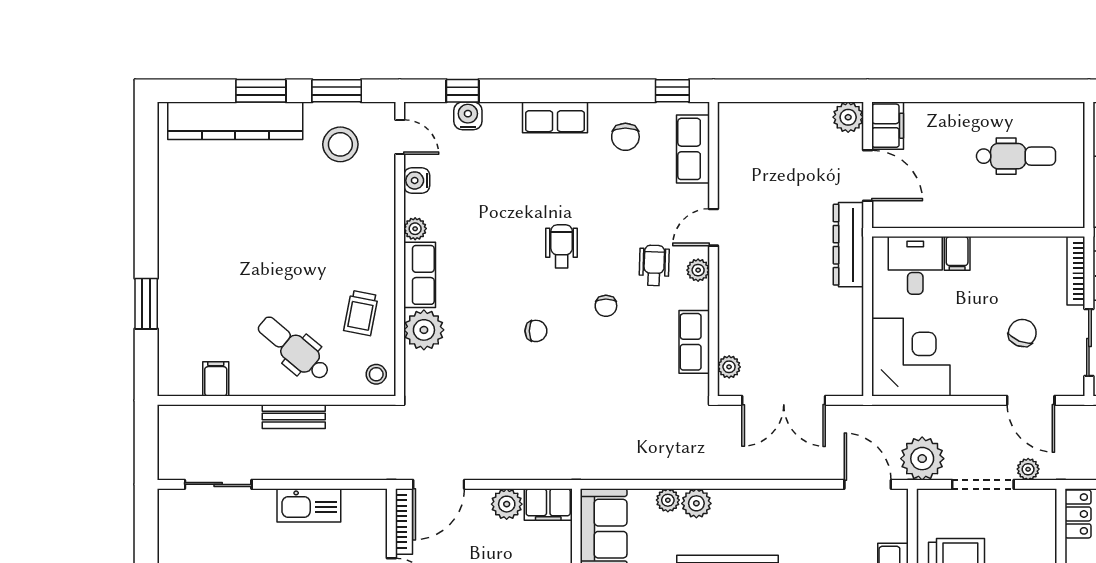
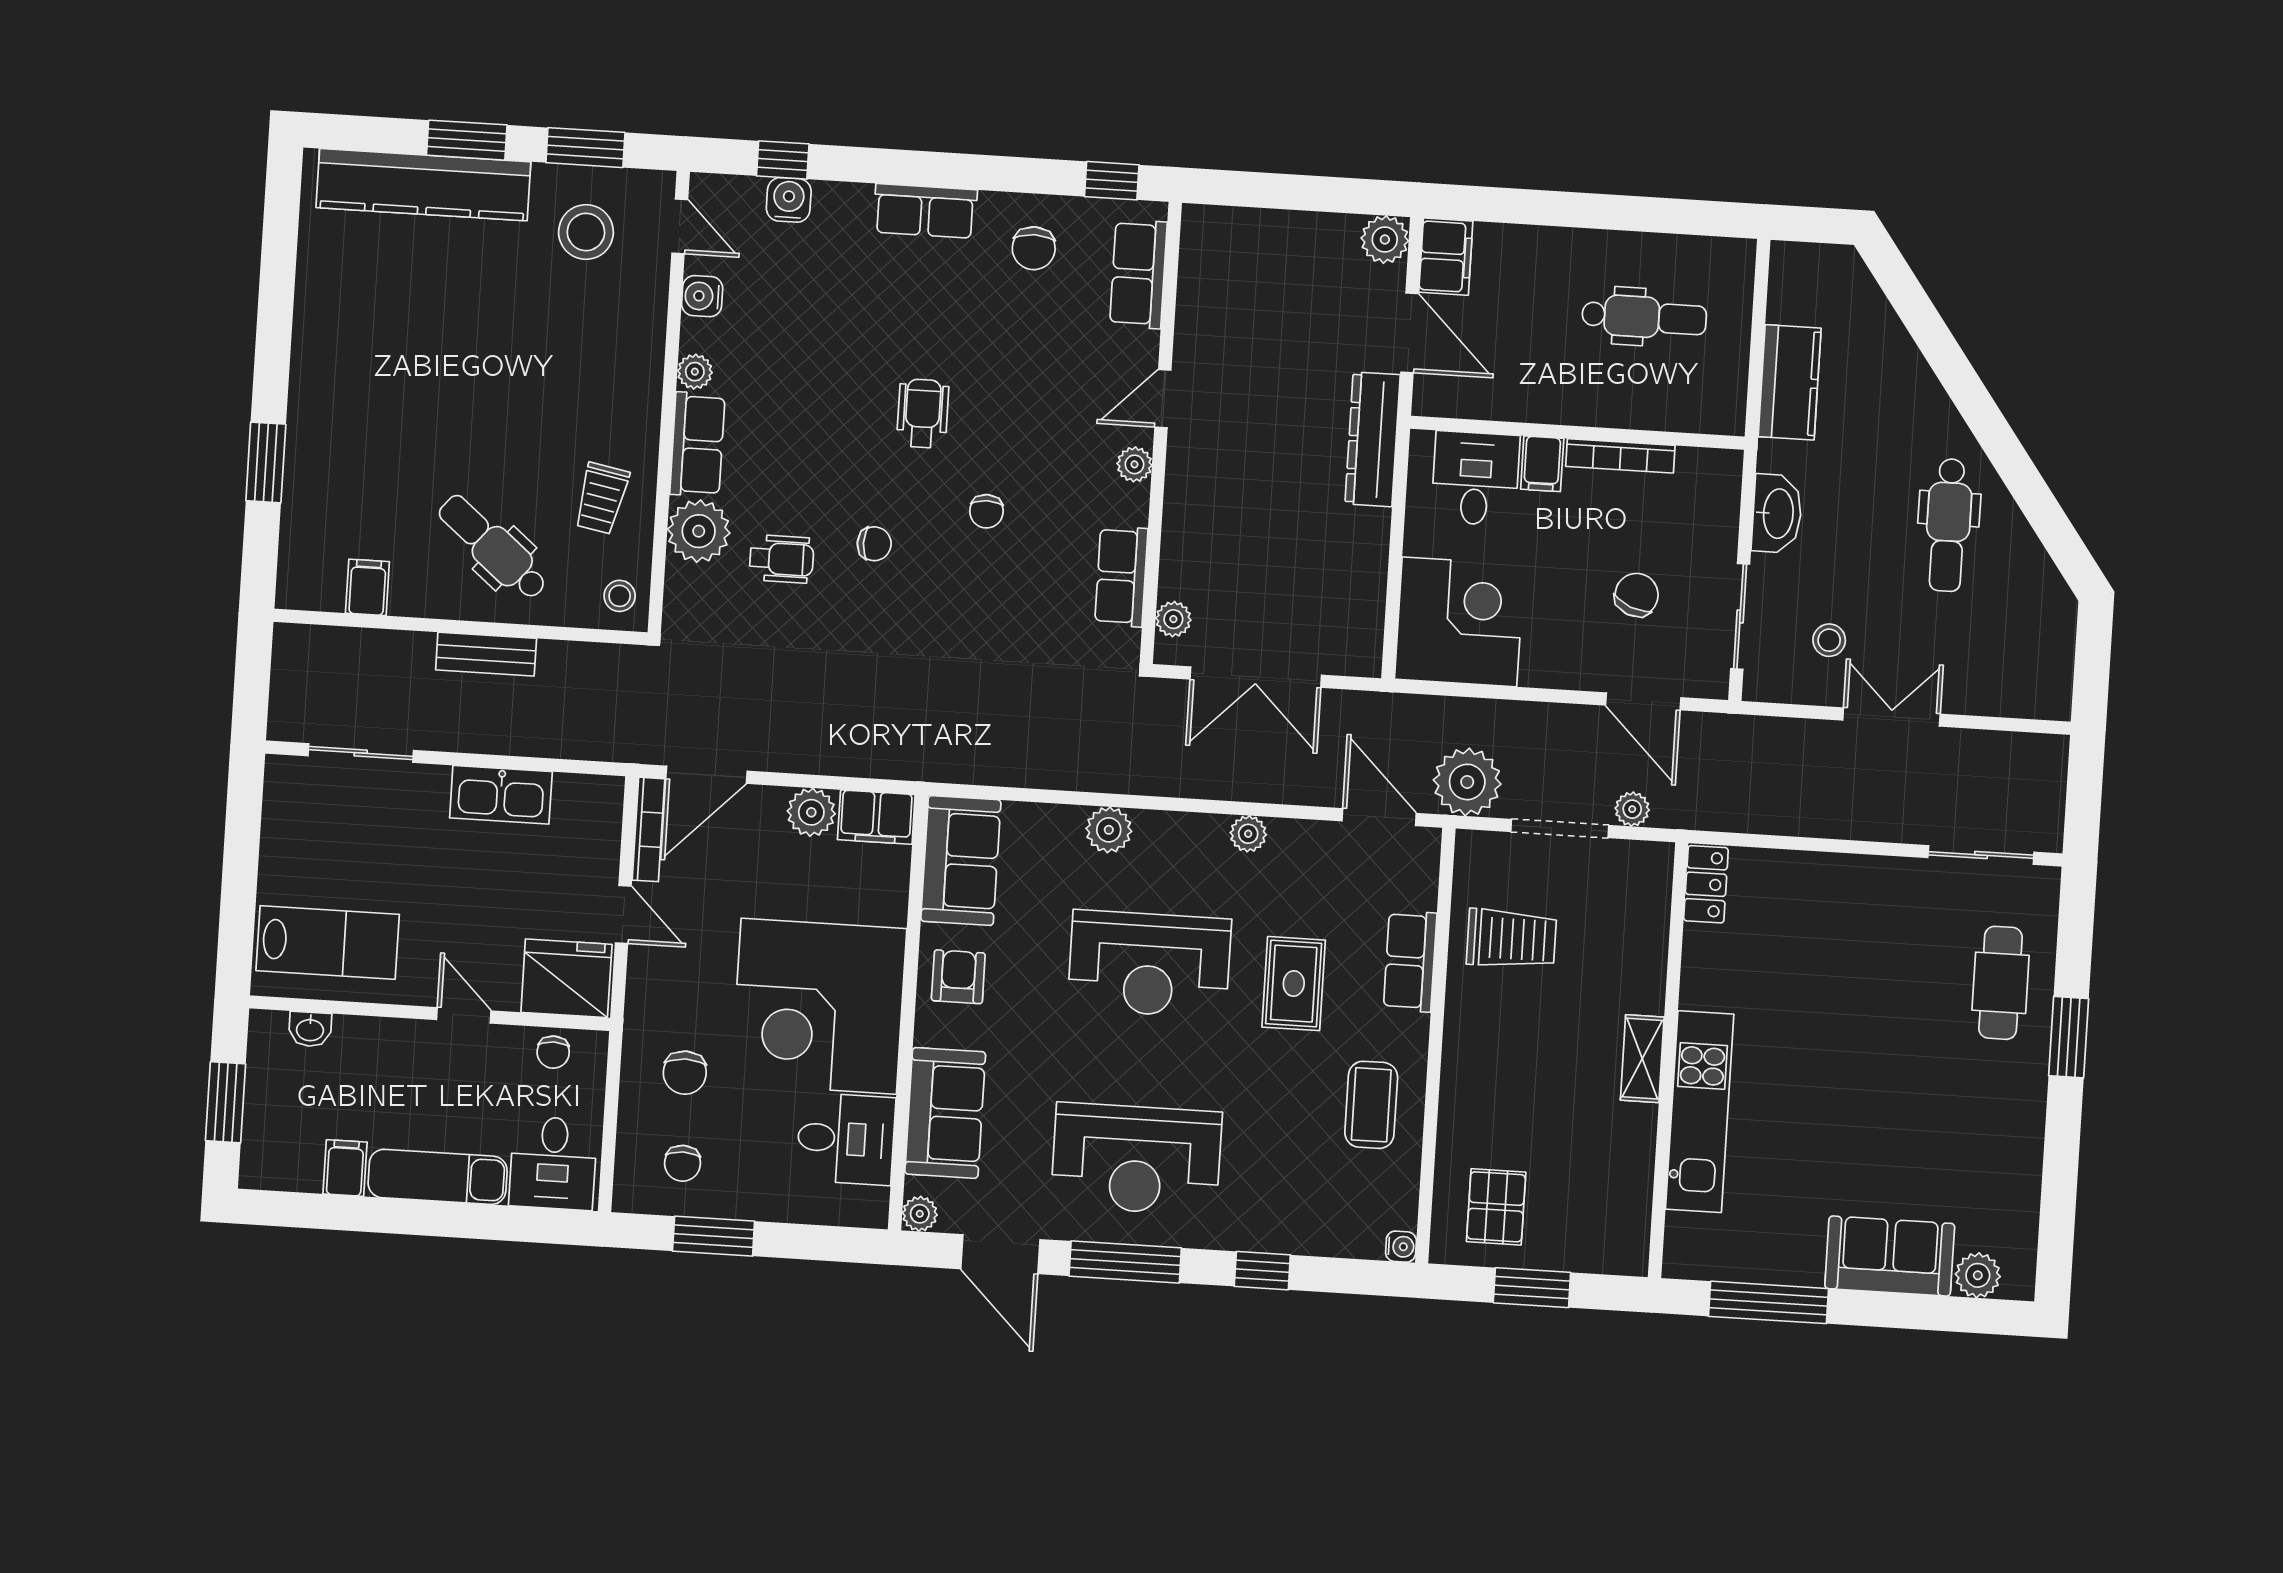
wheelchair: (654, 265) -> (782, 559), moved, turned 88
bookcase: (1076, 271) -> (1620, 456), moved, turned -90
plant: (668, 500) -> (1248, 834), moved

